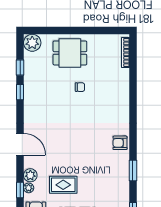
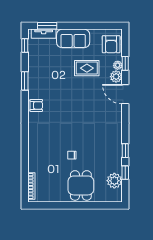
plant: (32, 43) -> (114, 181), moved
dining table: (70, 53) -> (81, 185), turned 90
door: (20, 144) -> (125, 94), moved

